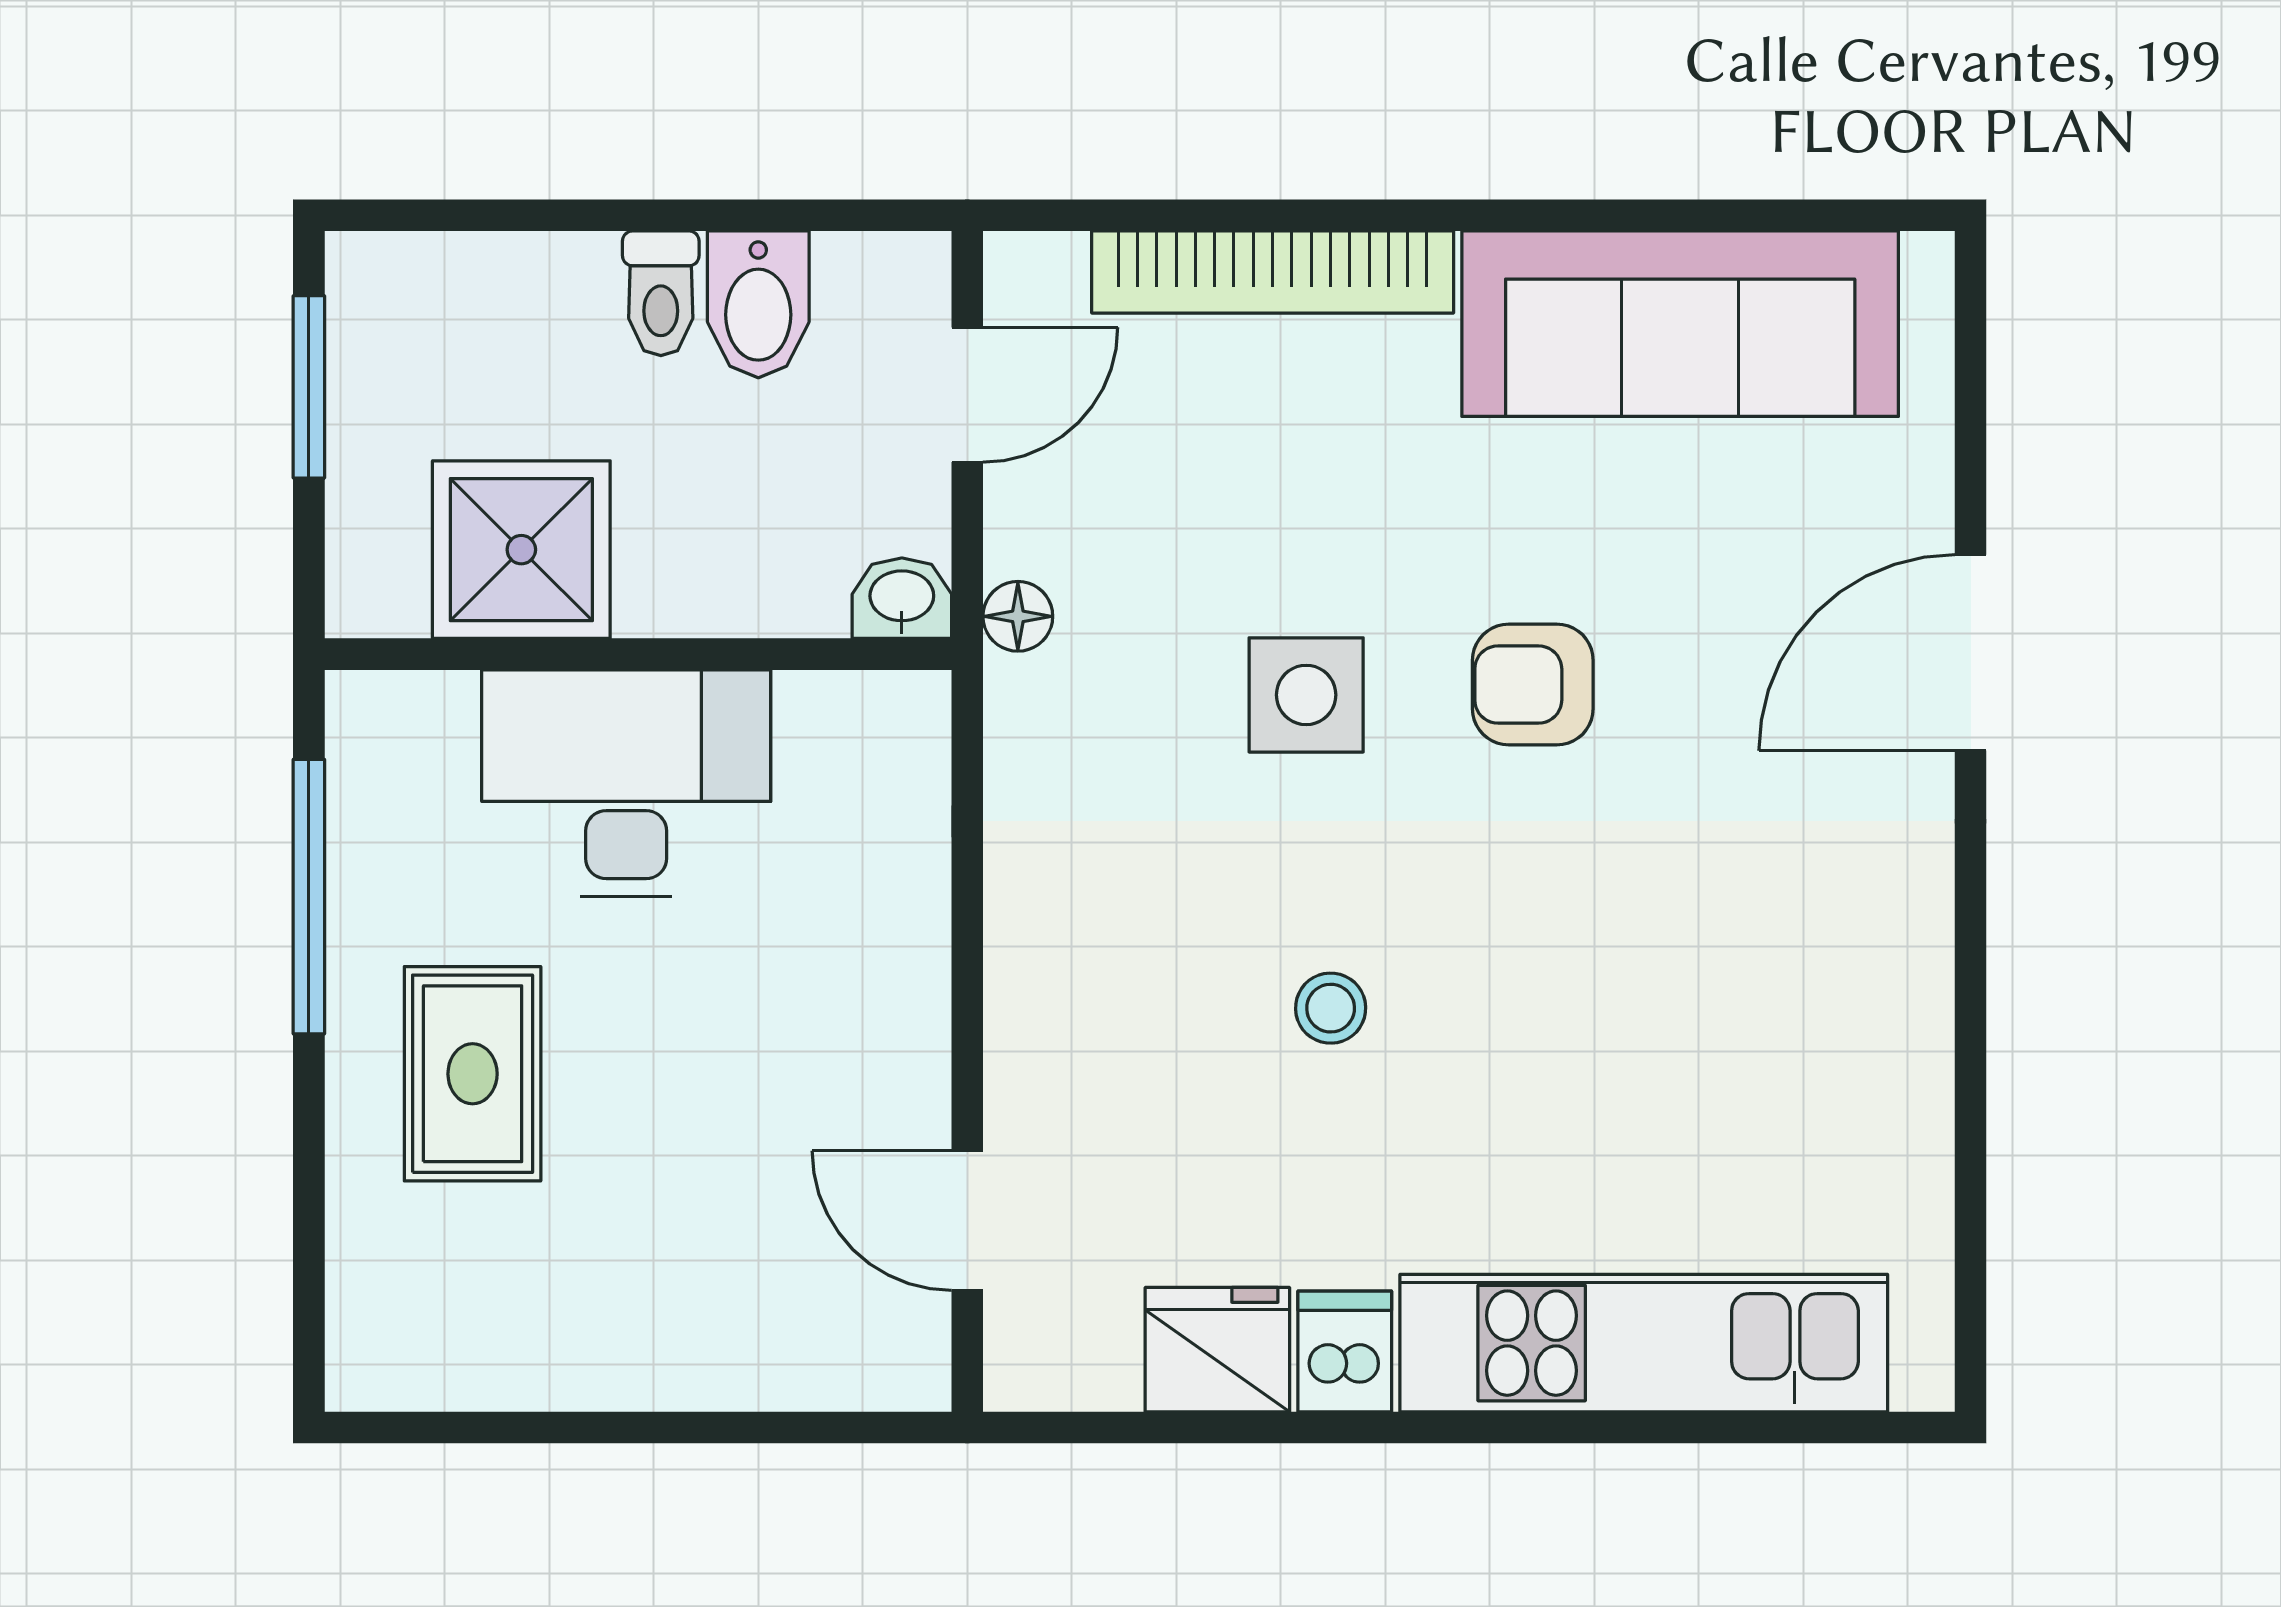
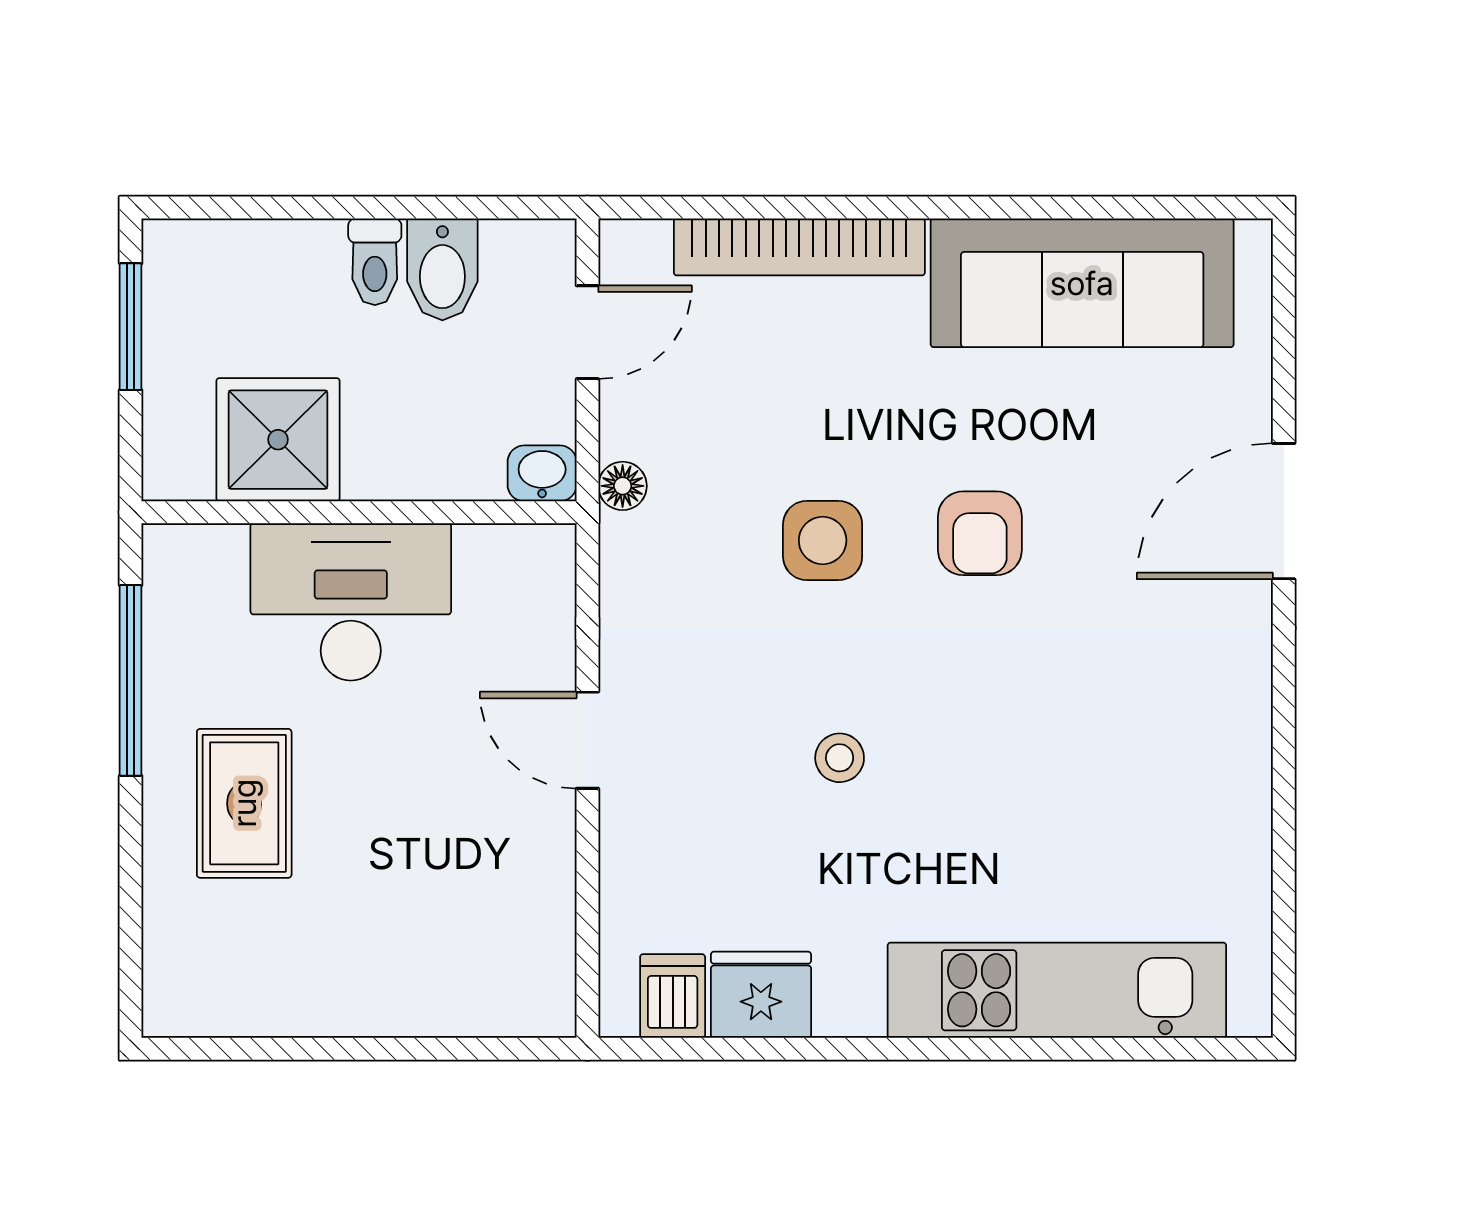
armchair: (1533, 685) -> (980, 533), turned -90
door: (967, 1221) -> (587, 740), moved
dishwasher: (1345, 1351) -> (673, 996), moved

